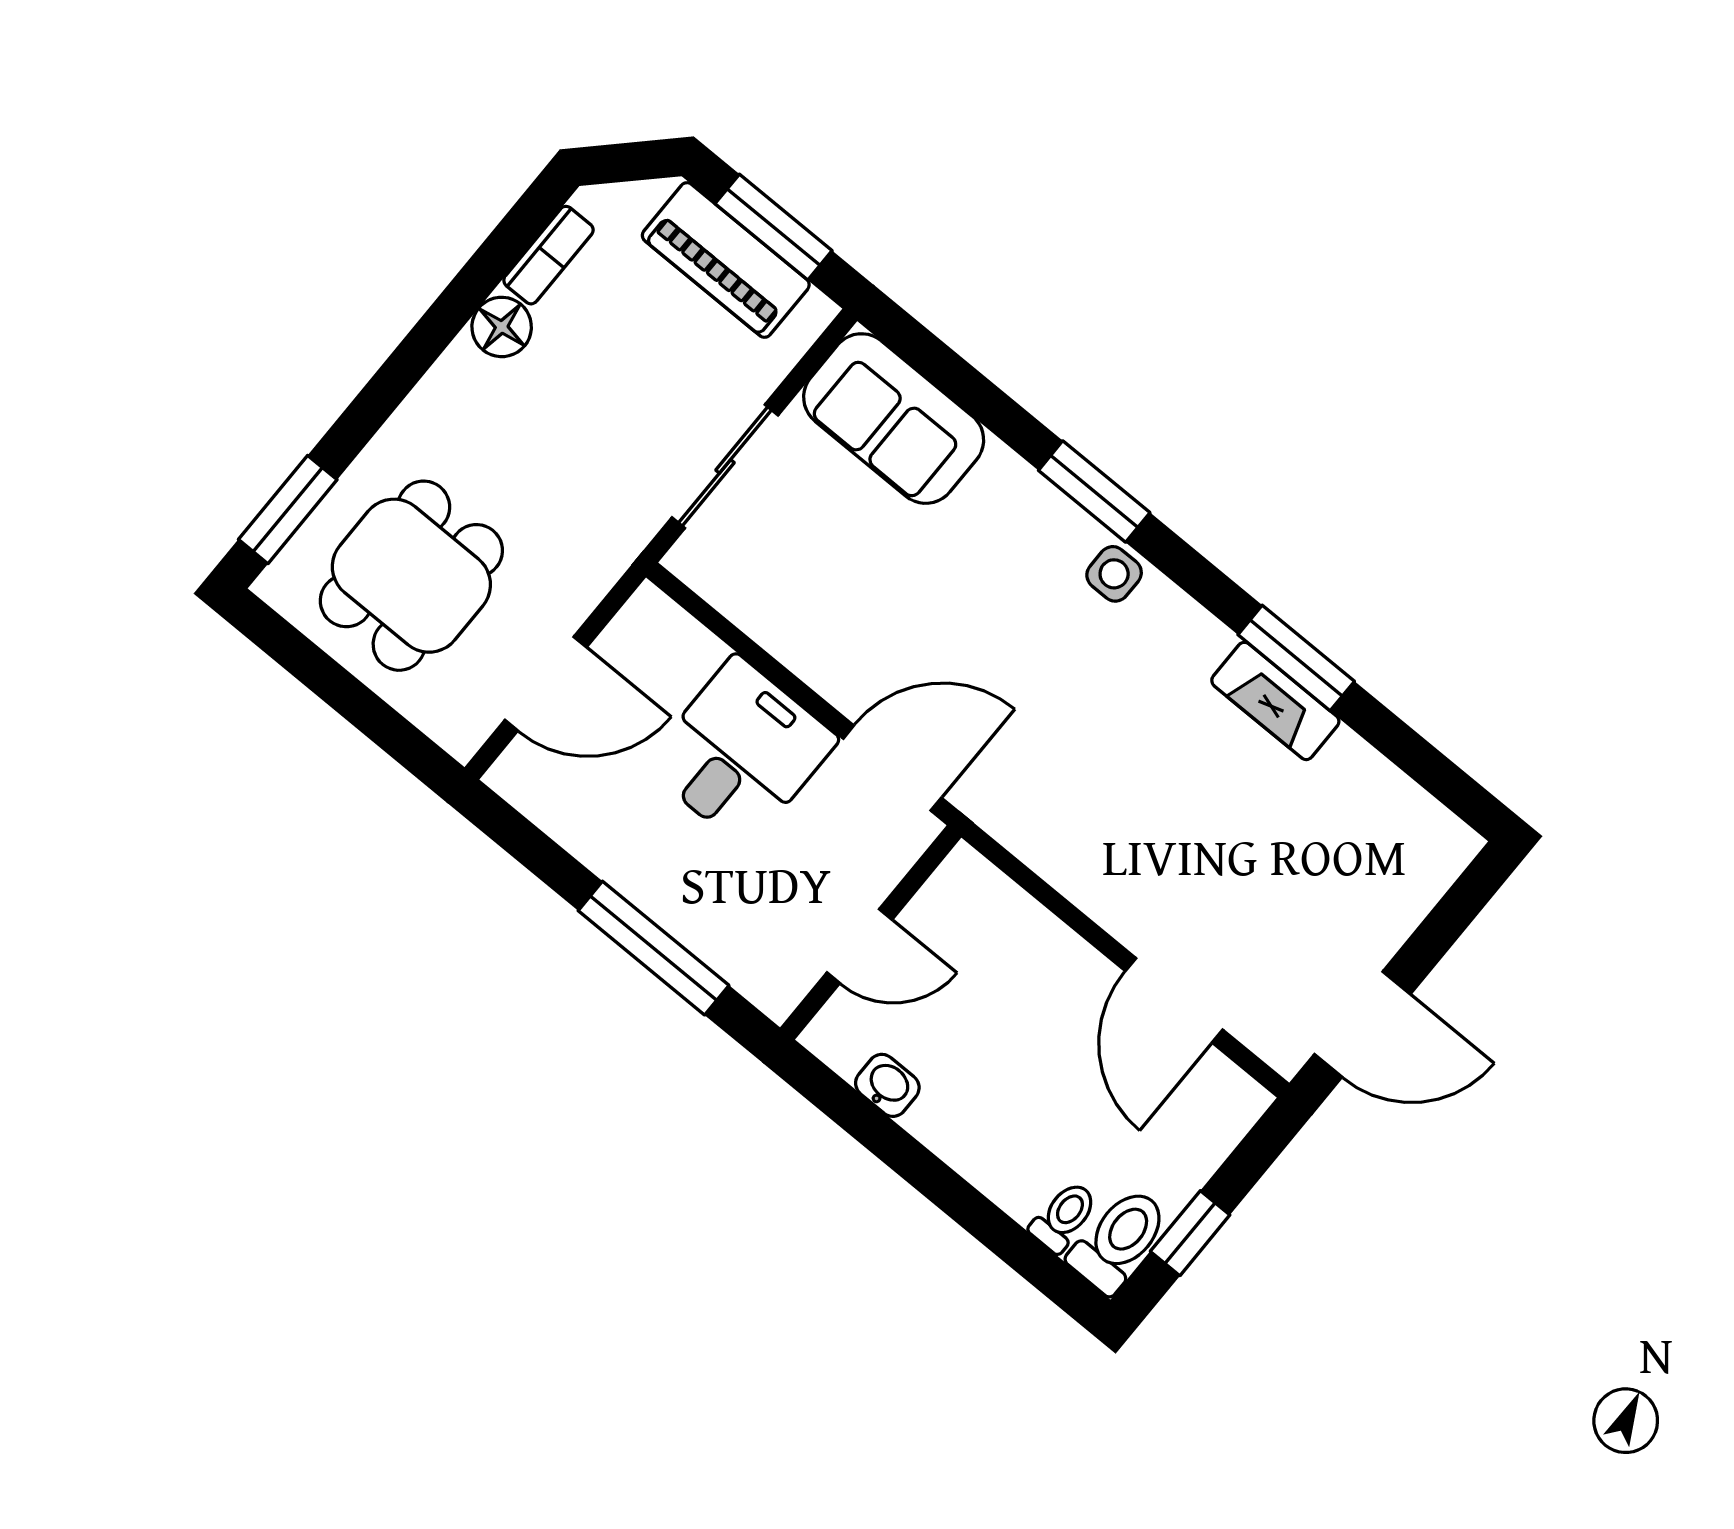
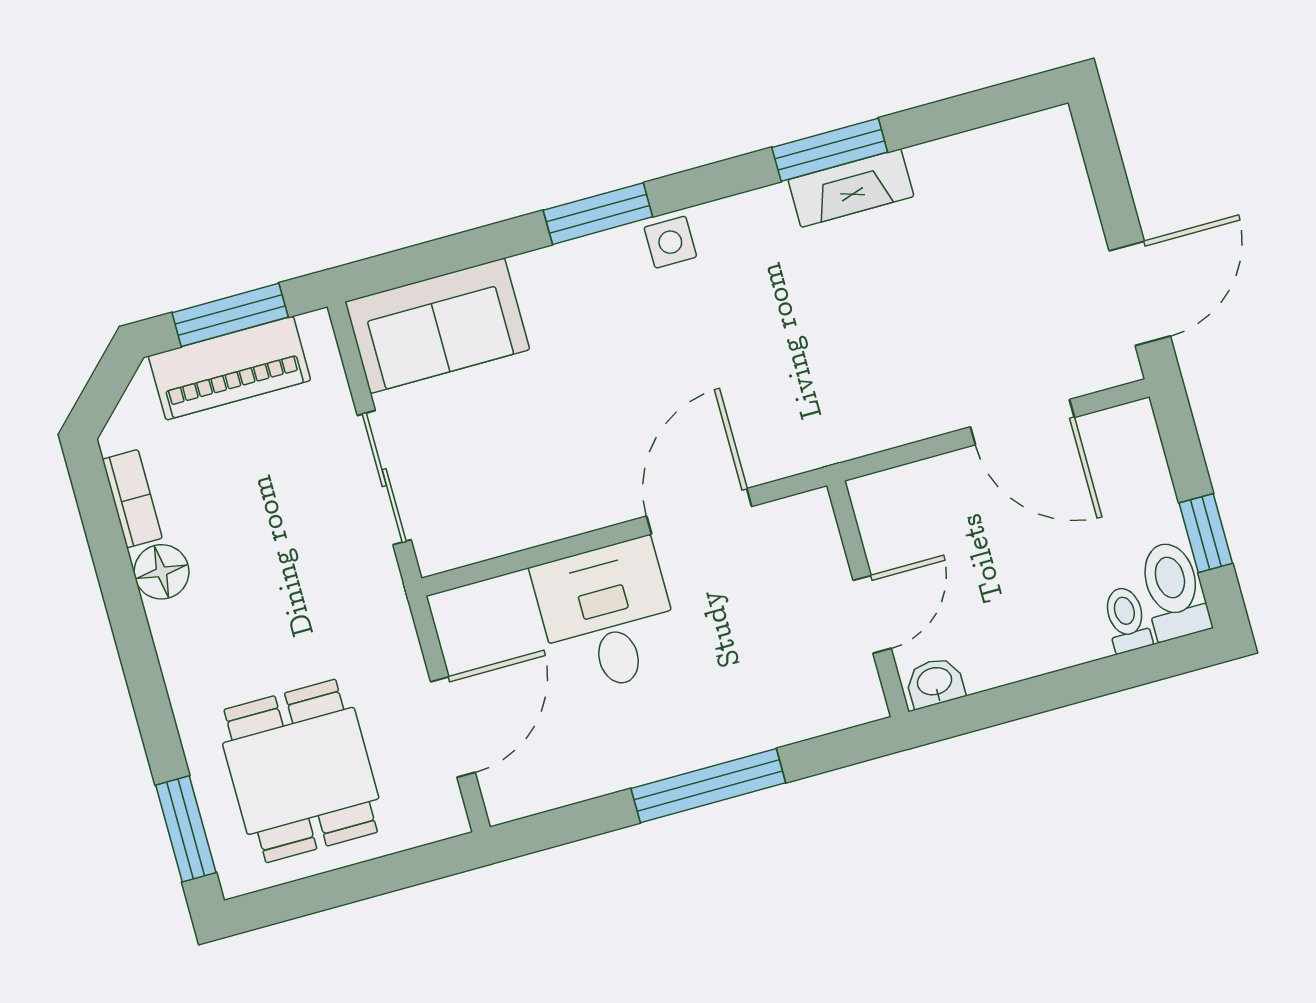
wall: (871, 932) -> (868, 599), moved
door: (860, 946) -> (872, 614), moved

